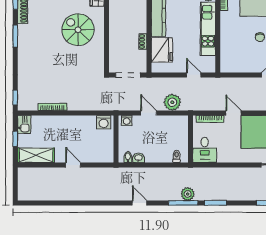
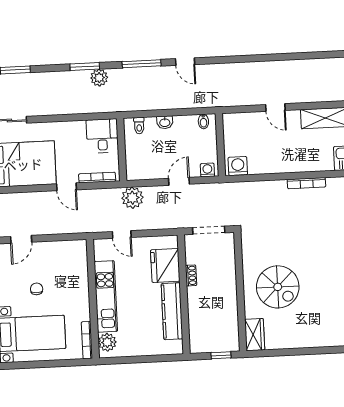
plant: (172, 102) -> (132, 198), moved
door: (149, 113) -> (179, 181), swing flipped
washbasin: (138, 158) -> (165, 122), moved
plant: (188, 194) -> (99, 78), moved
window: (183, 203) -> (142, 64), moved

